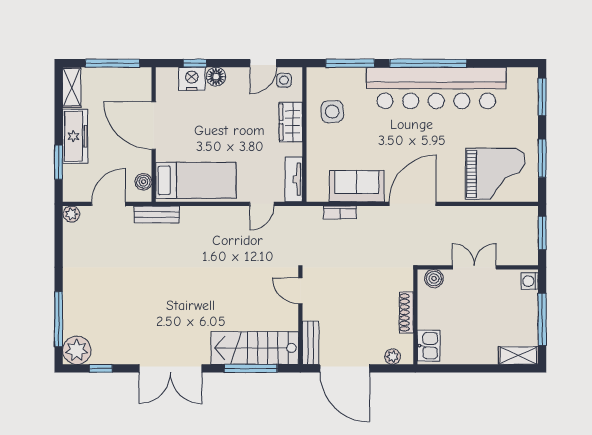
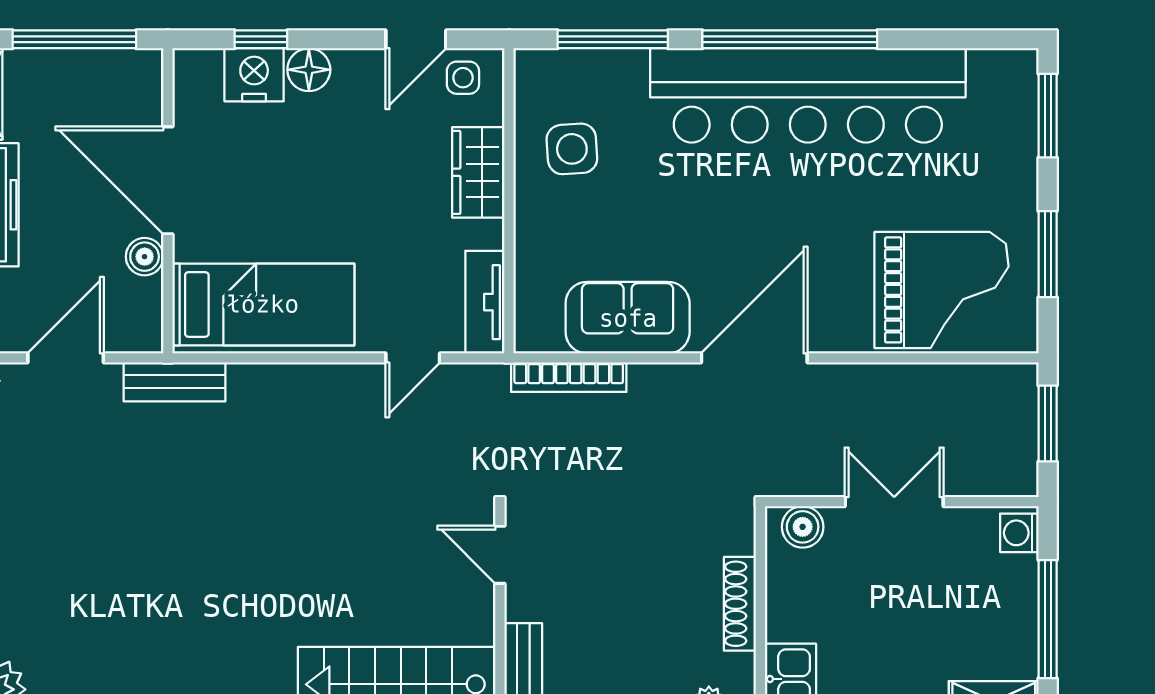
boiler: (143, 182) -> (145, 257), moved
bookcase: (340, 212) -> (569, 377), width x1.56

